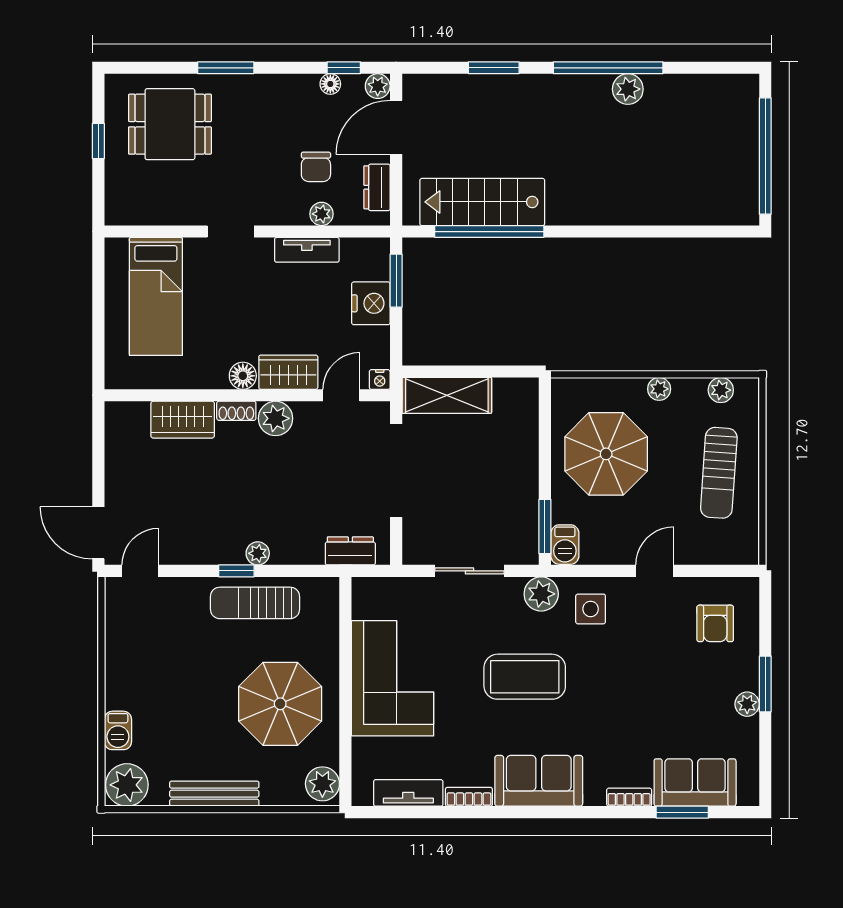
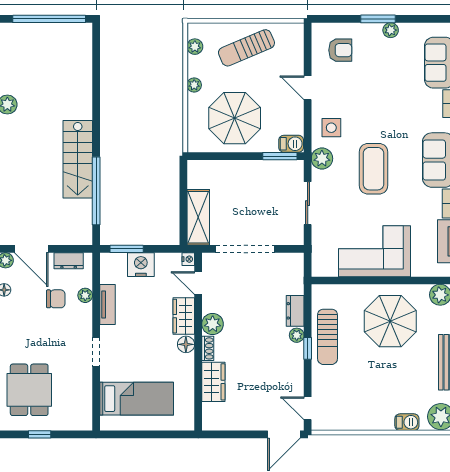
stairs: (482, 202) -> (78, 159), moved
sun lounger: (719, 473) -> (246, 48), turned 153
dresser: (350, 551) -> (295, 311), moved

